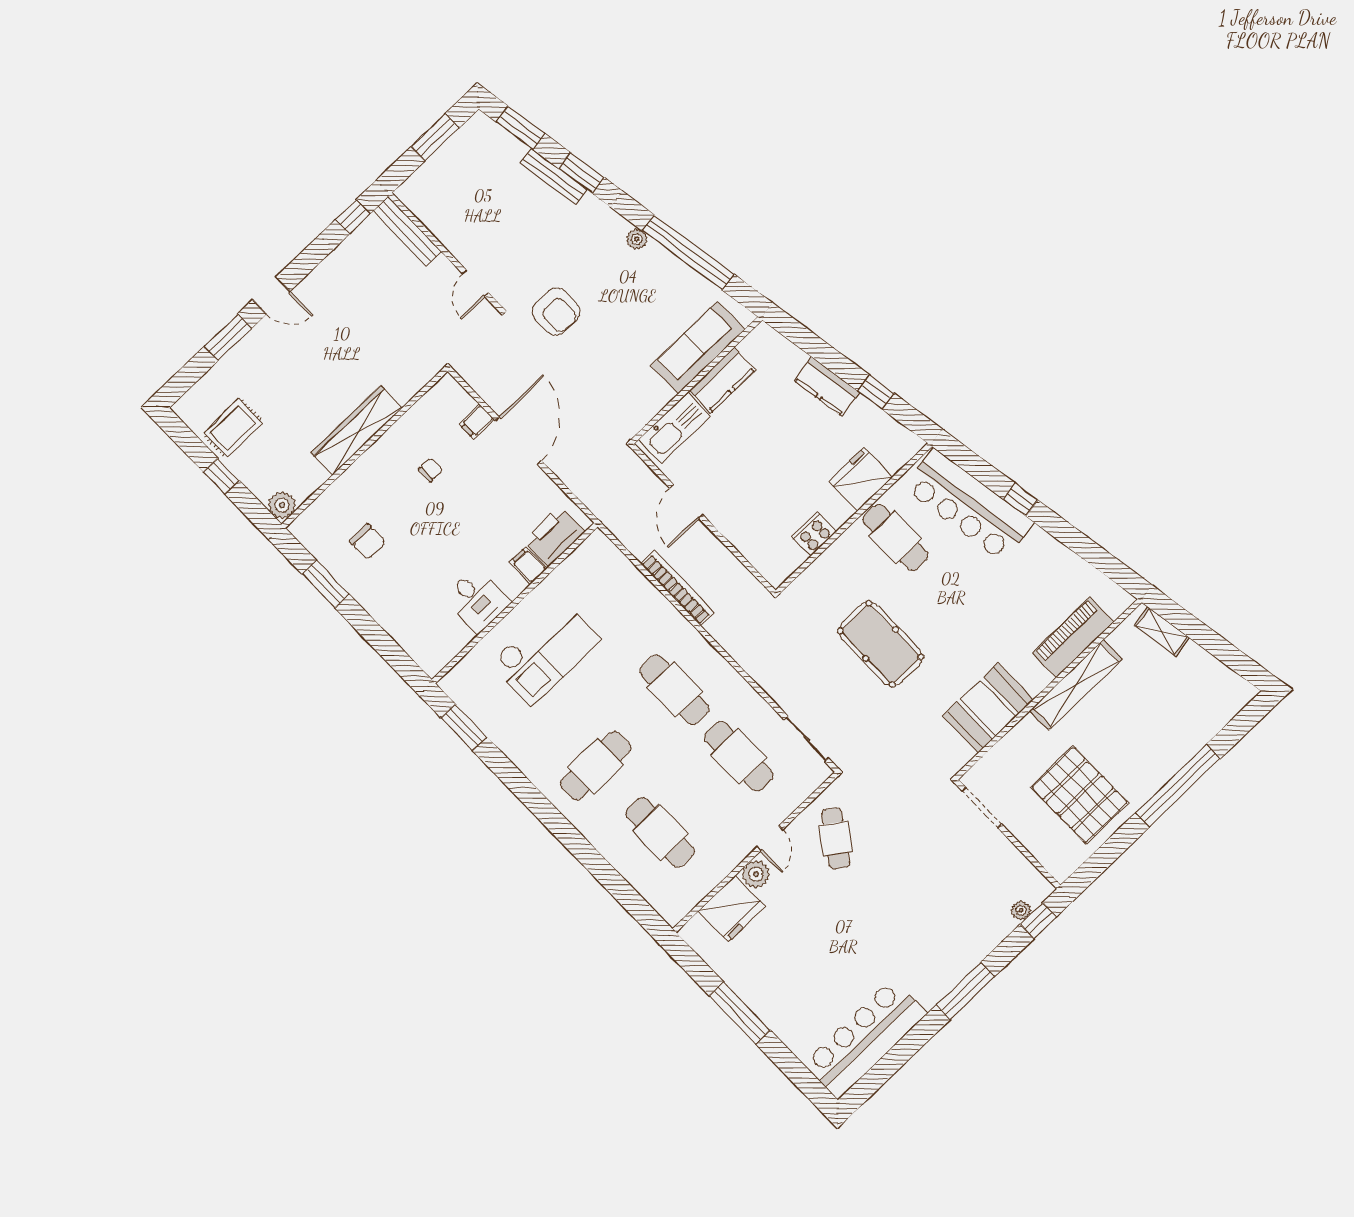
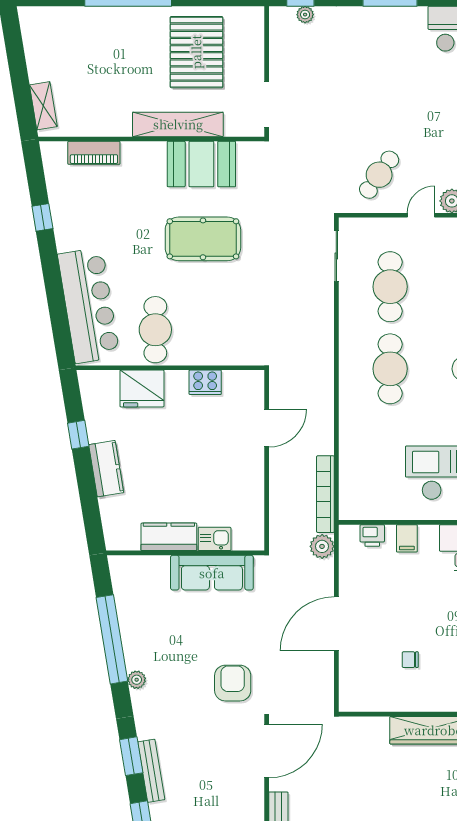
door: (475, 283) -> (267, 751), width x1.87
sofa: (698, 348) -> (212, 573), moved
filing cabinet: (477, 422) -> (351, 662), removed
kitchen sink: (674, 428) -> (215, 539), width x0.53, depth x0.81
plant: (591, 492) -> (322, 546), added
window: (1020, 500) -> (42, 217), moved
door: (686, 501) -> (267, 428), moved
printer: (554, 536) -> (372, 536), width x0.53, depth x0.68
bookcase: (677, 588) -> (325, 494), moved
piano: (1073, 637) -> (94, 153), width x0.73, depth x0.75
pool table: (881, 644) -> (203, 239), moved, turned 90
shelving: (1076, 685) -> (178, 124), moved

